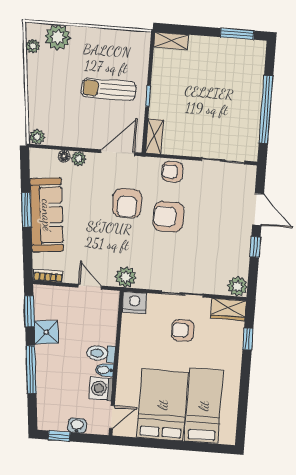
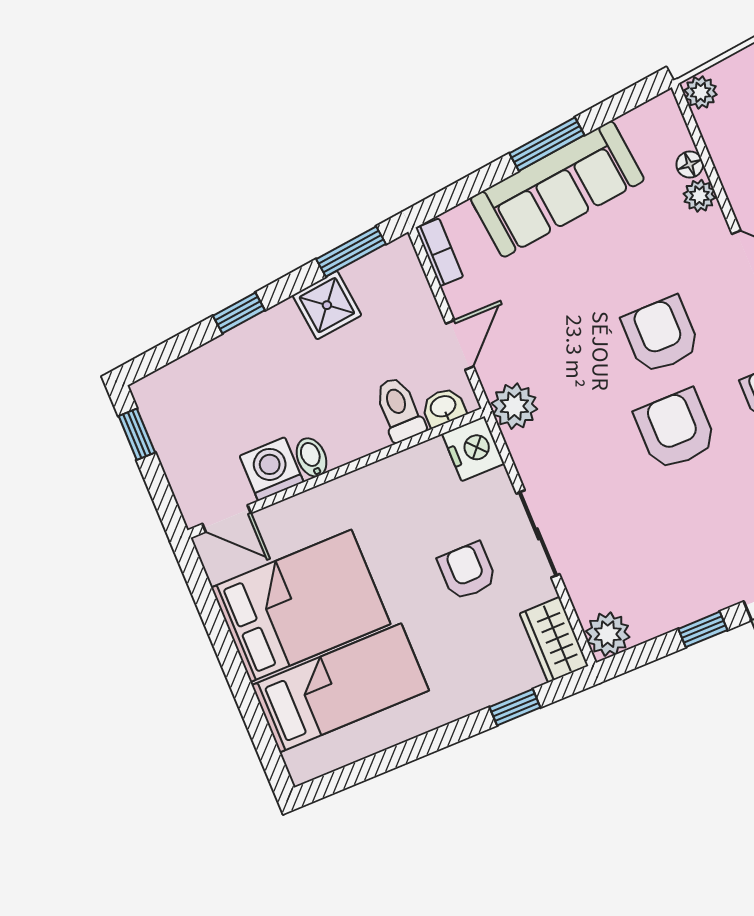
armchair: (127, 203) -> (661, 335), turned 90
toilet: (101, 353) -> (399, 409), moved
window: (31, 370) -> (239, 313), width x0.46
washbasin: (77, 426) -> (443, 407), moved, turned -90

